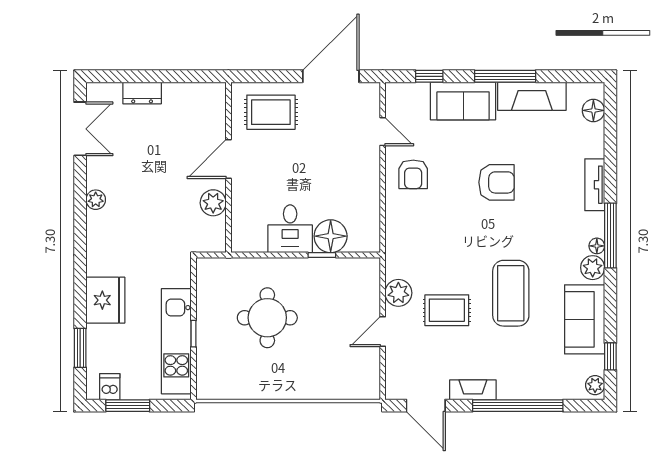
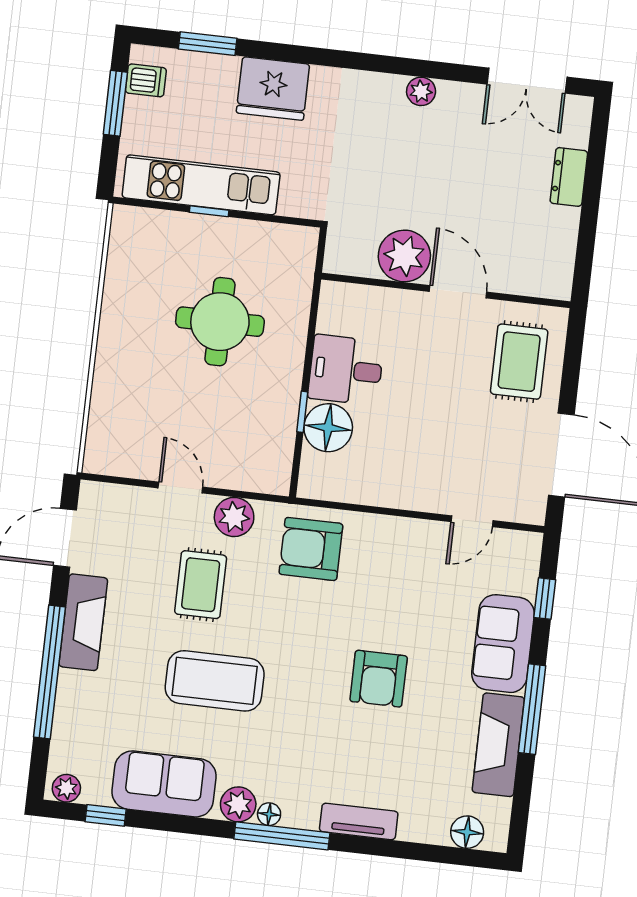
armchair: (413, 174) -> (311, 549), moved, width x1.38, depth x1.38
plant: (213, 203) -> (404, 256), width x1.36, depth x1.36
fireplace: (473, 390) -> (83, 622), width x1.37, depth x1.32

